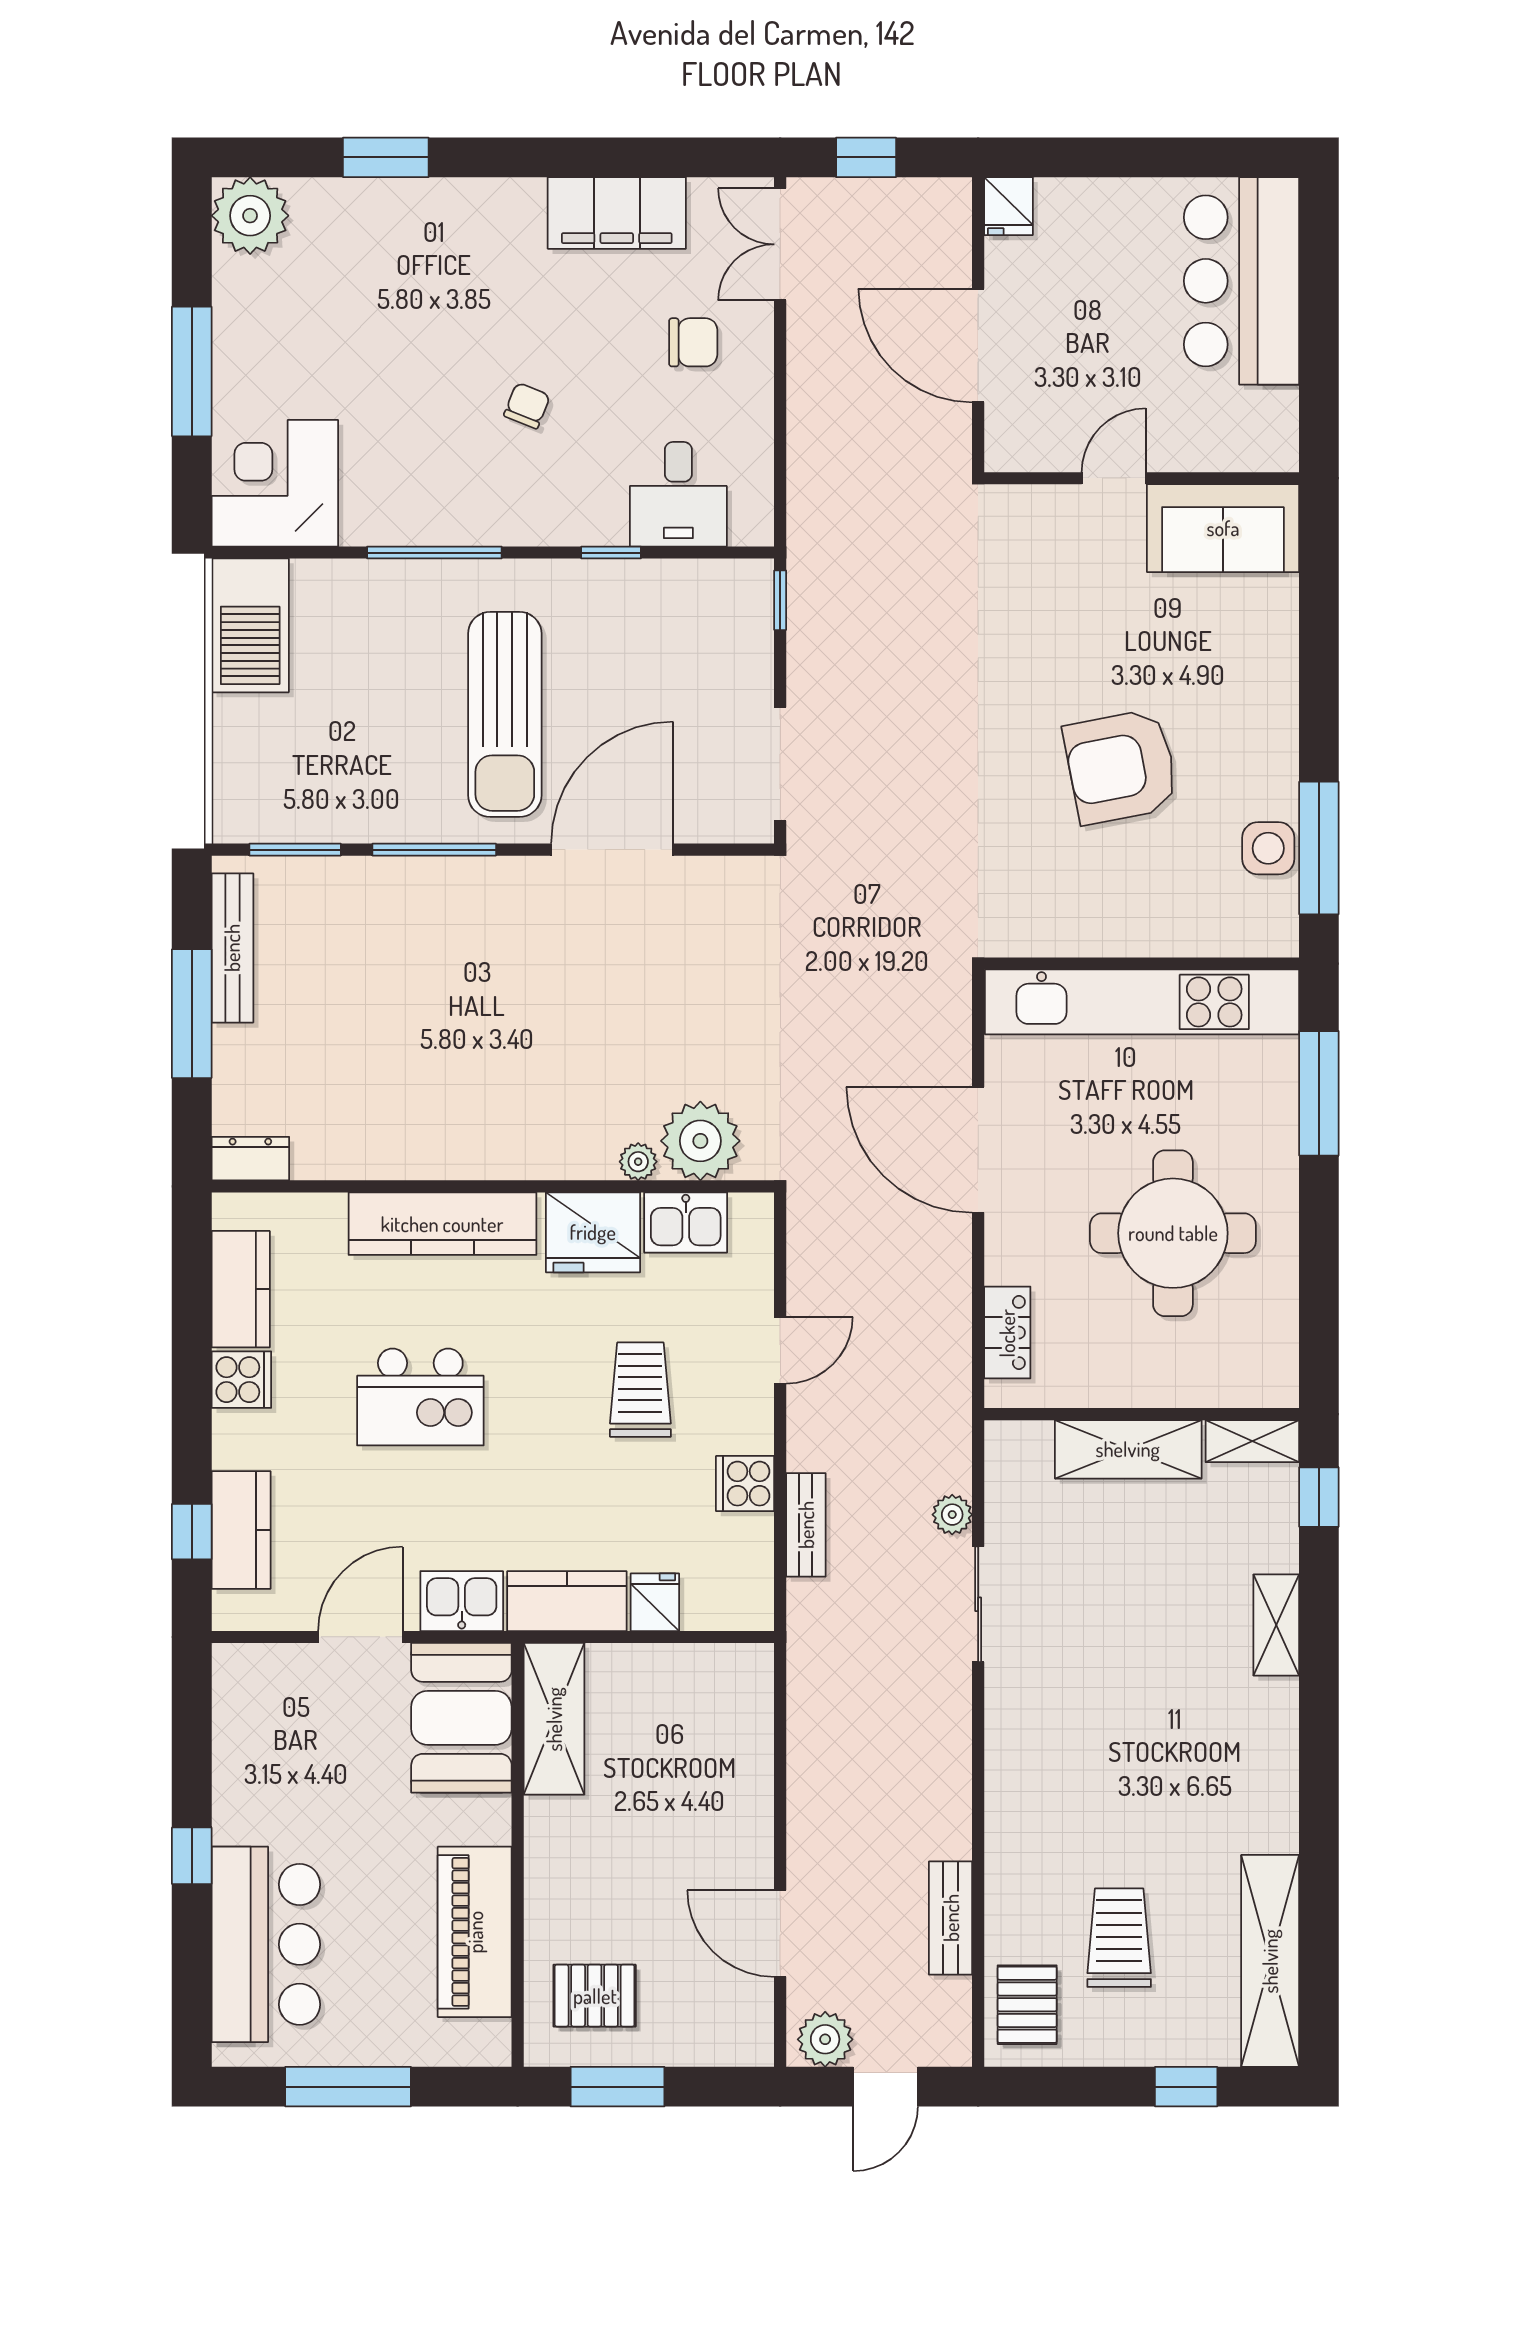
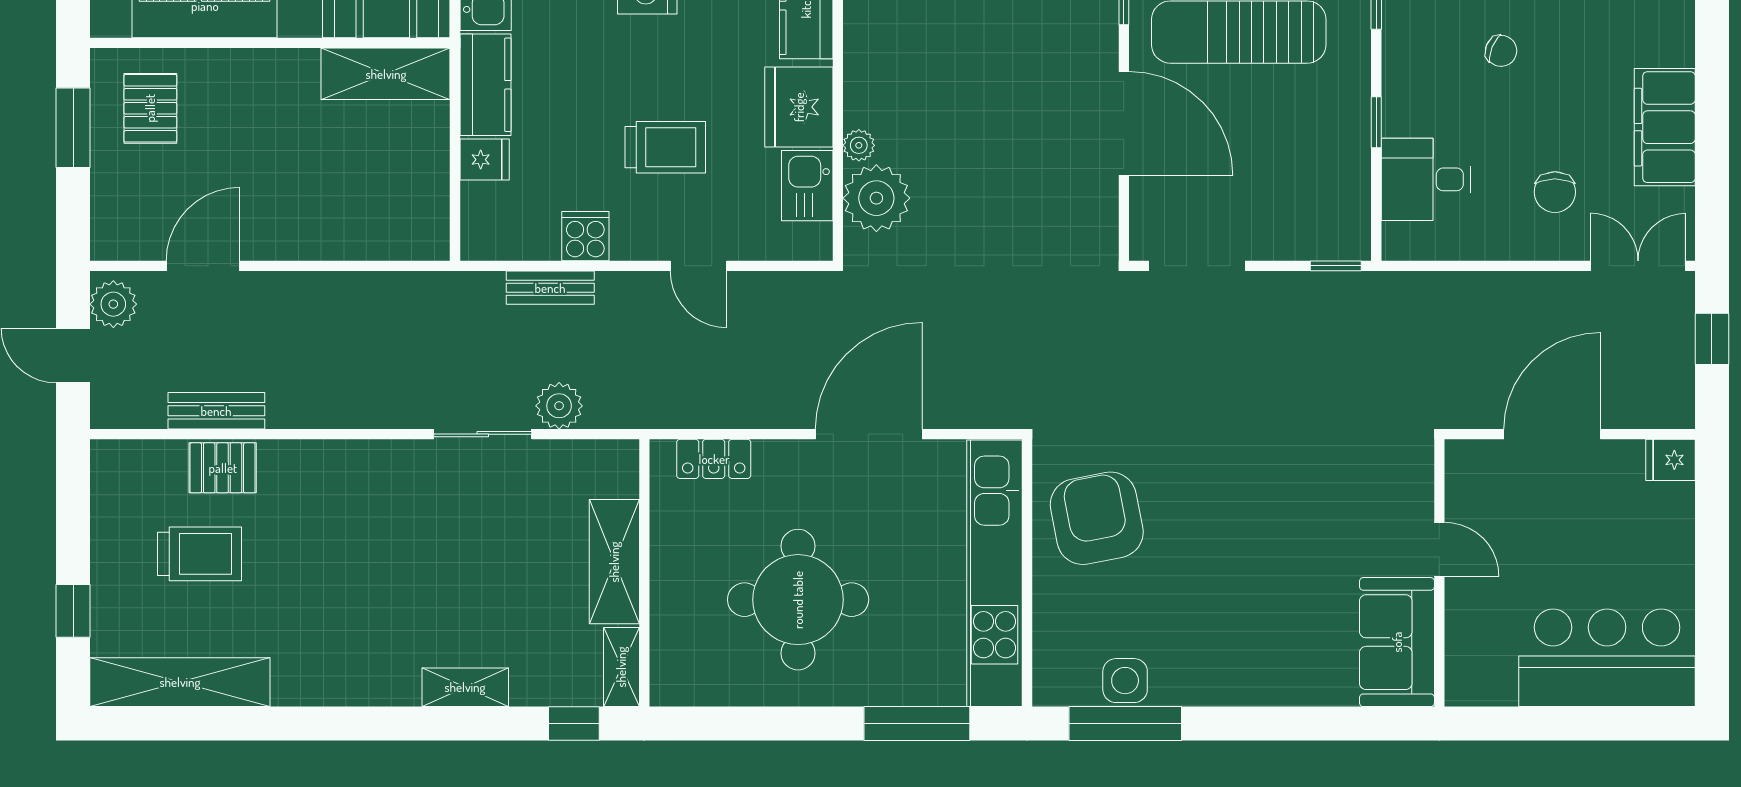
armchair: (1121, 767) -> (1097, 518), moved
plant: (952, 1515) -> (559, 406), width x1.38, depth x1.38
pallet: (1027, 2005) -> (223, 468), moved

